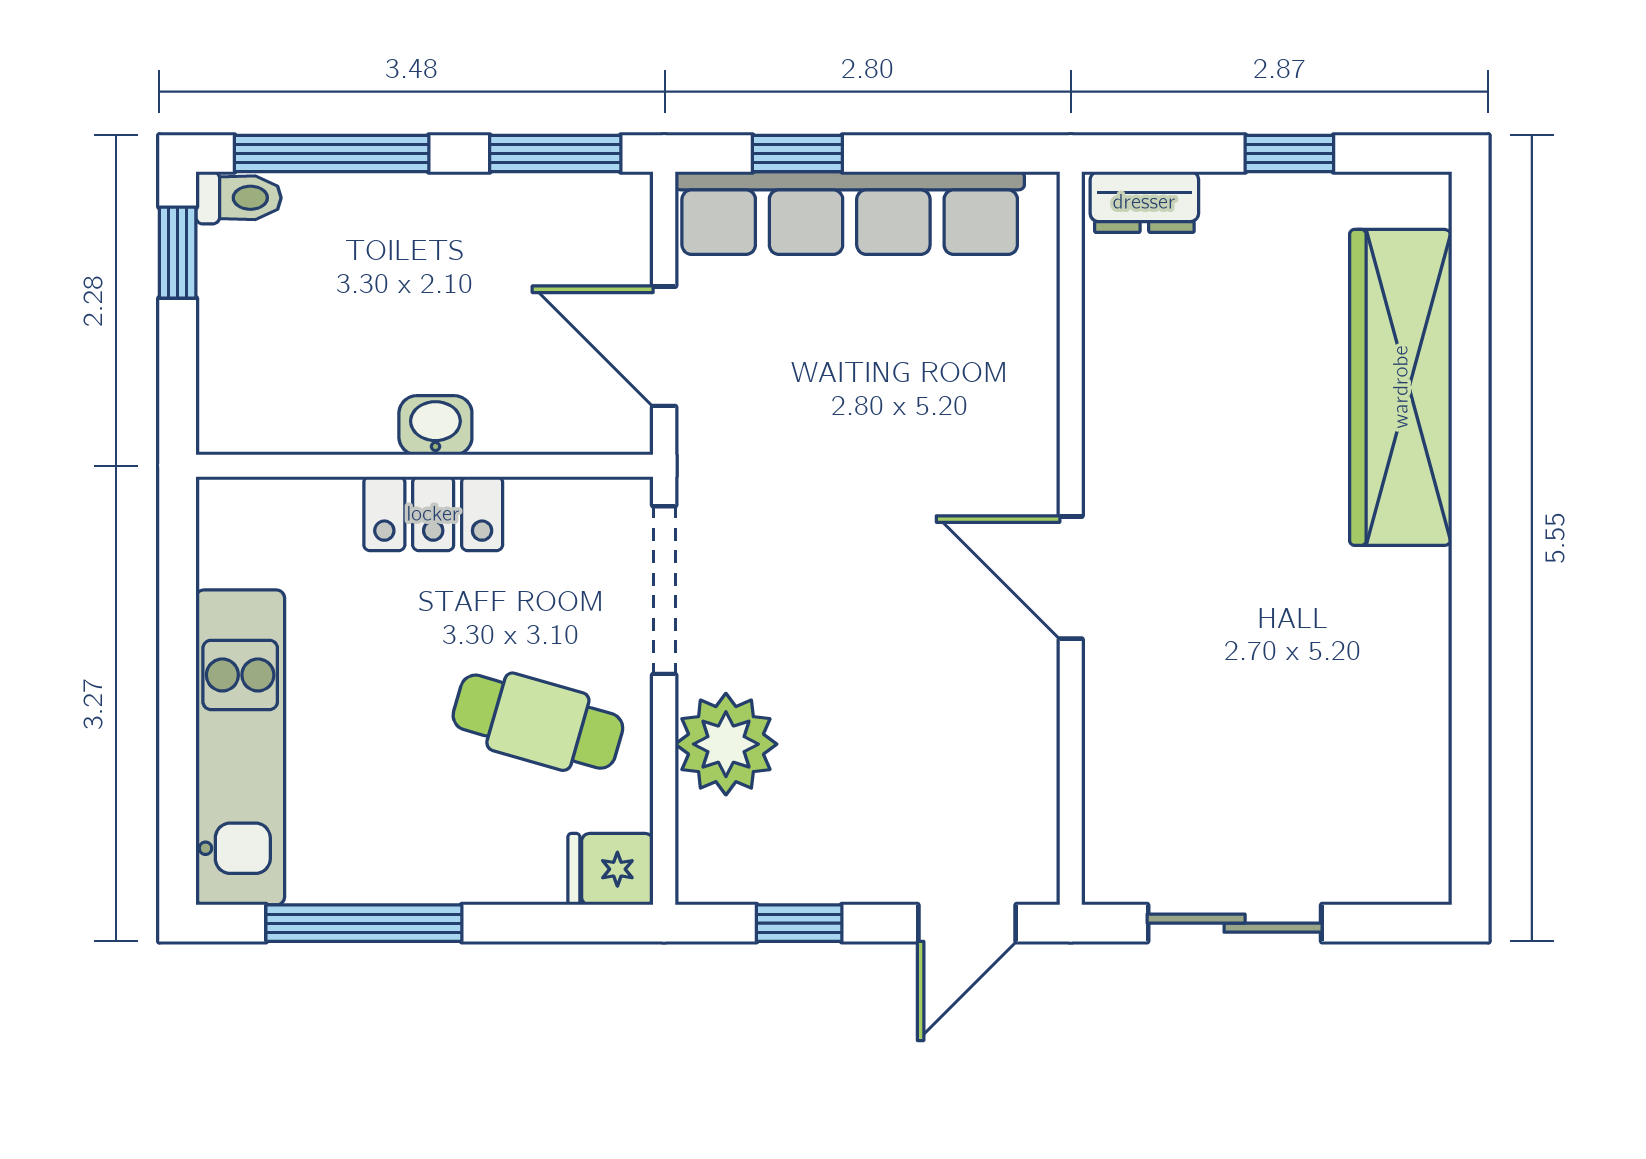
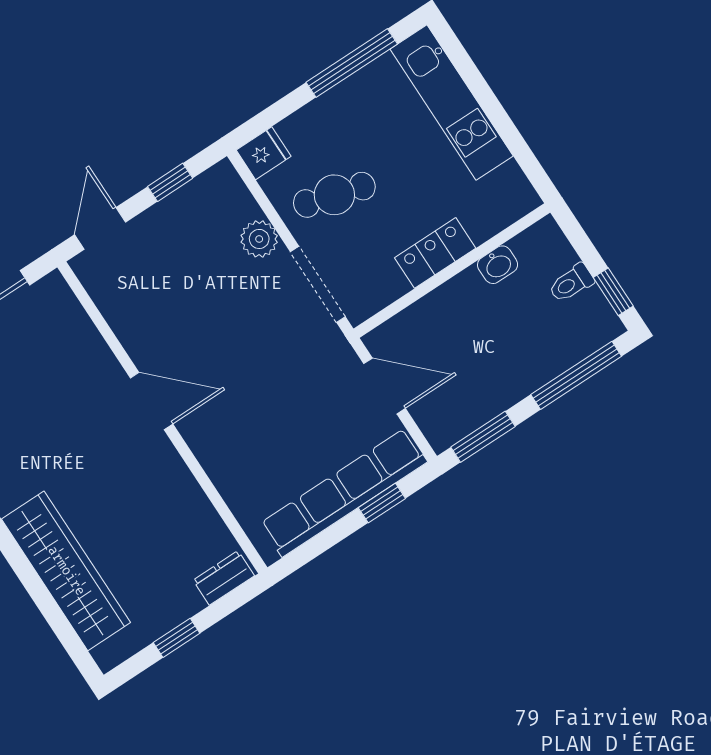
toilet: (238, 198) -> (571, 283), moved
washbasin: (435, 425) -> (498, 265), moved
plant: (726, 744) -> (259, 239), width x0.73, depth x0.73

